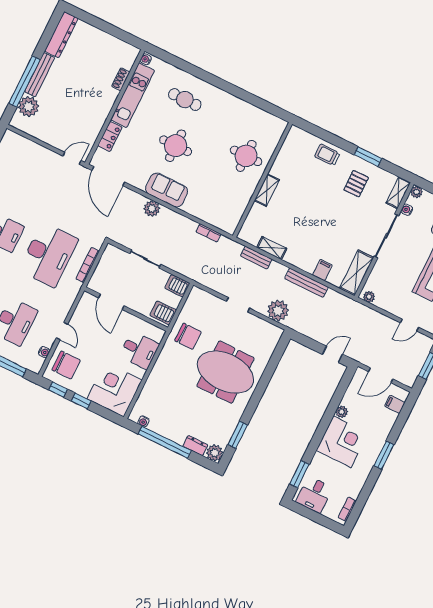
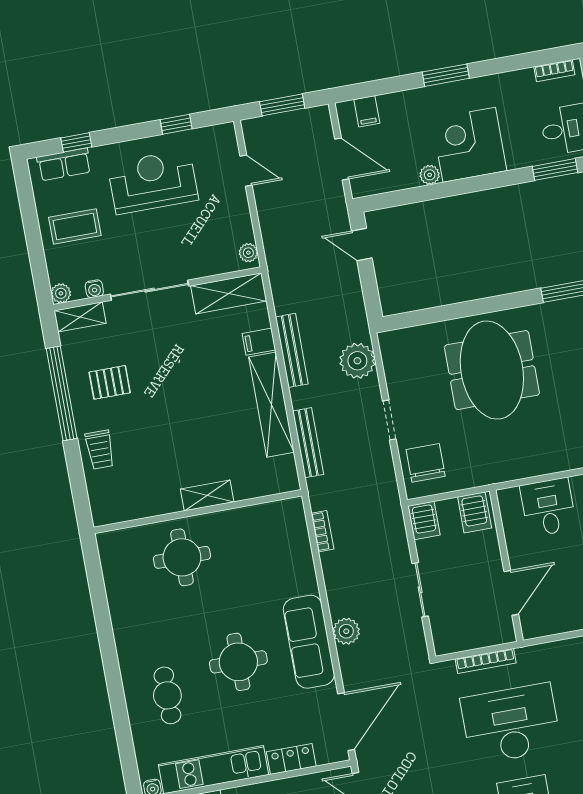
window: (368, 157) -> (62, 393), width x2.11
sofa: (167, 190) -> (309, 642), width x1.36
shelving: (272, 248) -> (271, 405), width x2.20, depth x1.33
bench: (256, 258) -> (308, 443), width x1.36
chair: (188, 336) -> (426, 463), moved

